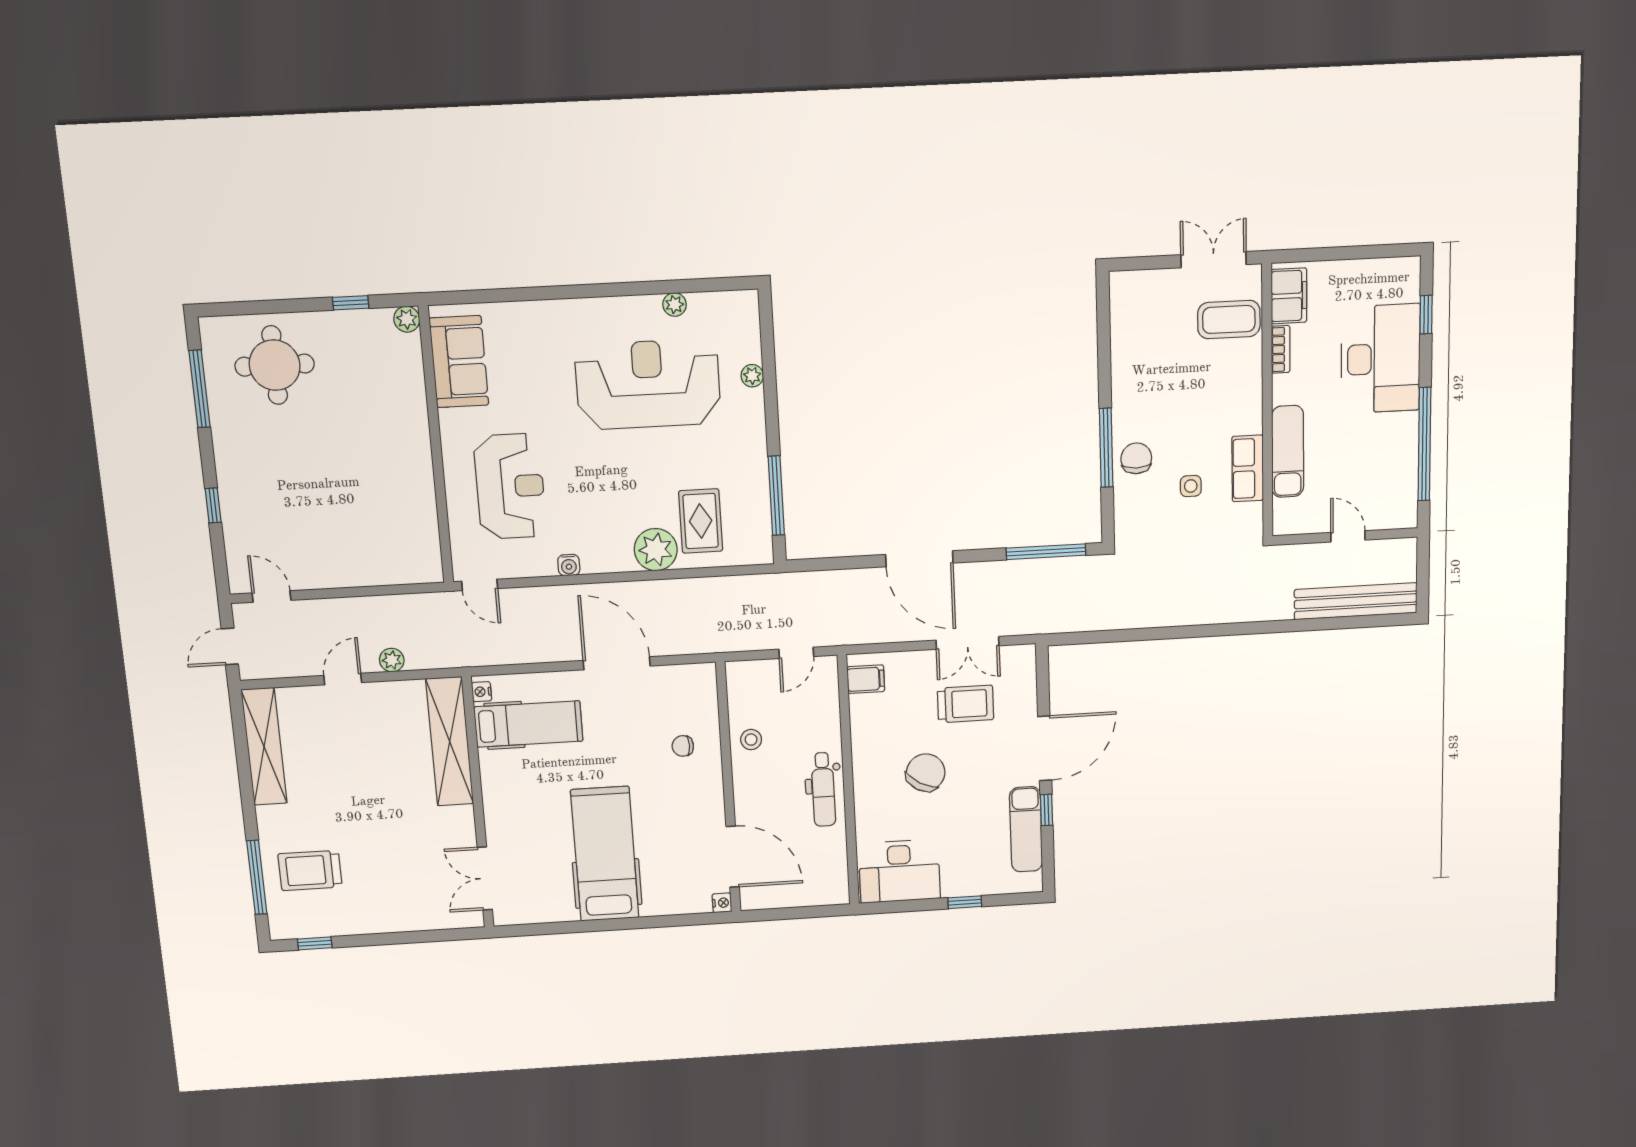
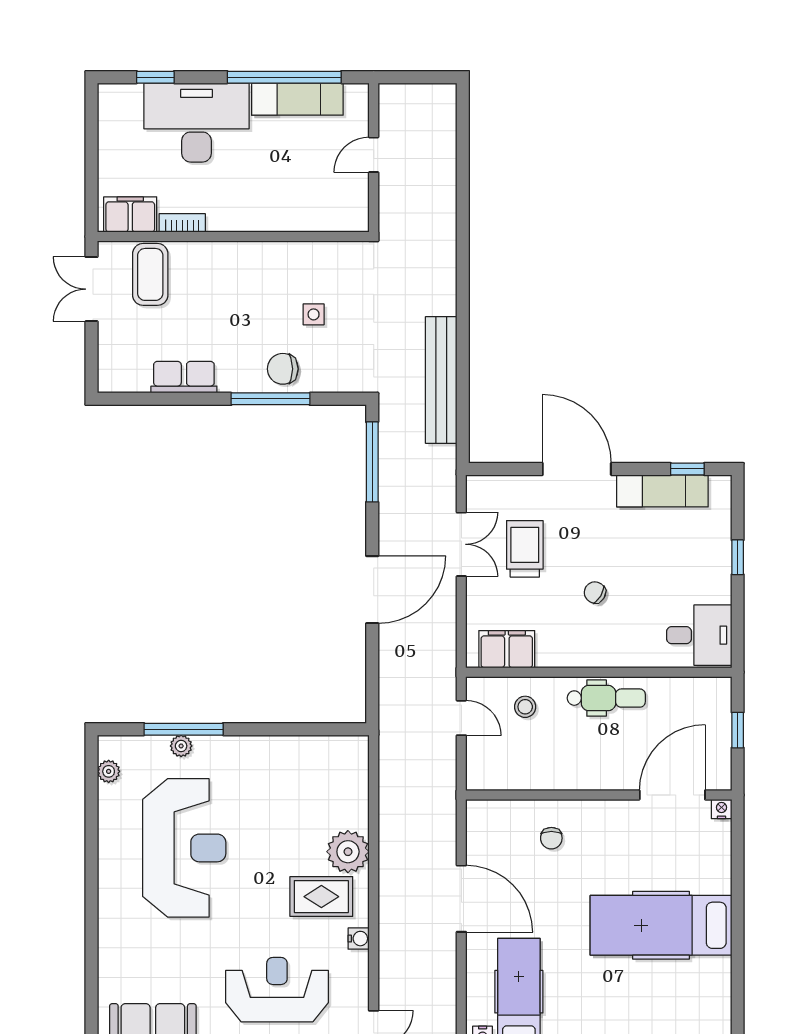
plant: (675, 305) -> (109, 771), moved
reception desk: (648, 384) -> (184, 848), turned 180
exam couch: (1288, 451) -> (297, 99), moved, turned 180
row of seats: (1248, 468) -> (184, 377), moved, turned 180
window: (776, 496) -> (184, 729), moved
rug: (701, 521) -> (321, 897), moved
bench: (1356, 601) -> (441, 380), moved
door: (617, 663) -> (461, 899), swing flipped
filing cabinet: (866, 679) -> (507, 649), width x2.00
stool: (751, 740) -> (525, 707), moved
chair: (926, 773) -> (595, 592), width x0.54, depth x0.54
window: (1046, 810) -> (687, 469), moved
desk: (899, 871) -> (699, 635), width x0.73
window: (799, 913) -> (738, 730), added

